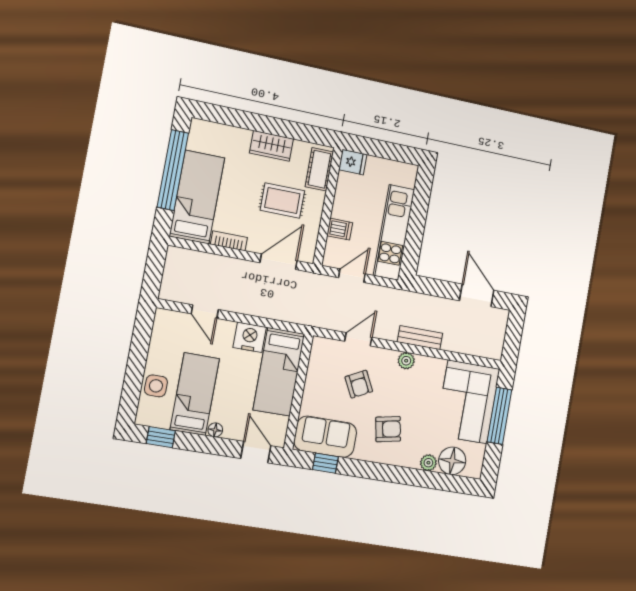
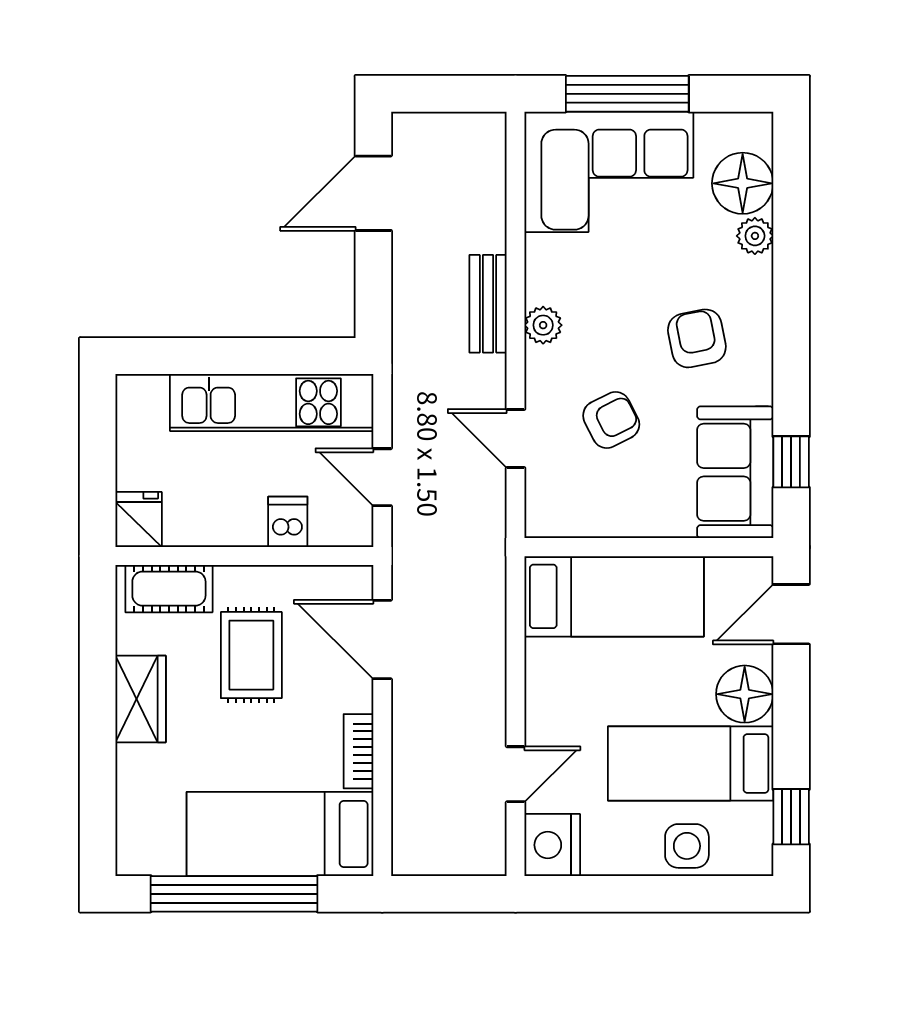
nightstand: (250, 337) -> (552, 845), moved
floor lamp: (215, 430) -> (745, 694), width x1.89, depth x1.89

